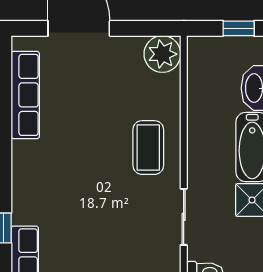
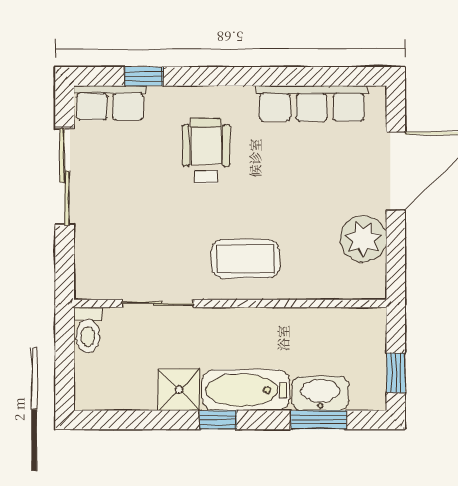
plant: (162, 54) -> (363, 239), moved
wheelchair: (63, 178) -> (206, 151), added

